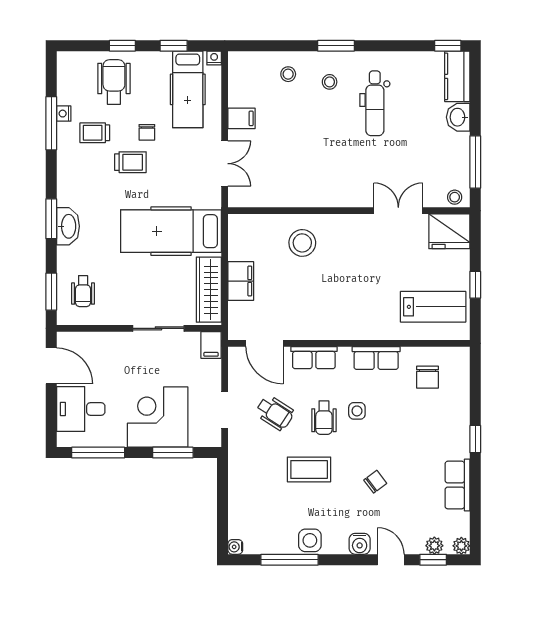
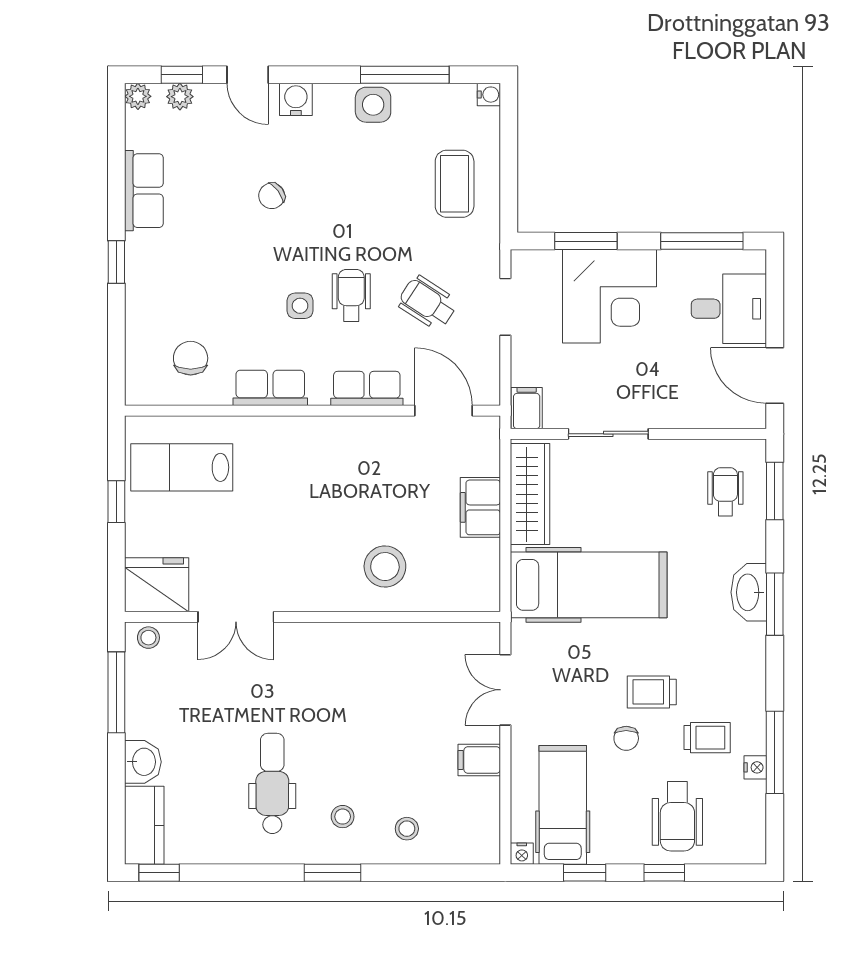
chair: (147, 132) -> (626, 738), turned 180
coffee table: (309, 469) -> (455, 184), moved, turned 90

